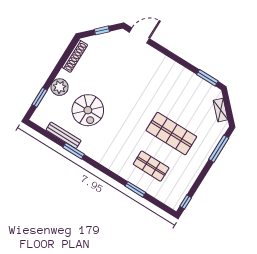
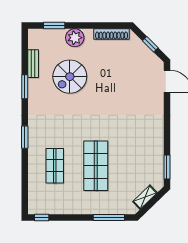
bench: (64, 135) -> (33, 64), width x0.73
window: (135, 189) -> (25, 137), moved

